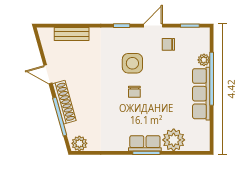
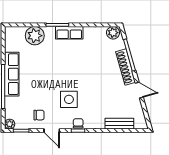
door: (153, 26) -> (52, 131), hinge flipped
plant: (204, 60) -> (10, 124), moved
chair: (134, 92) -> (78, 123), moved
row of seats: (145, 143) -> (69, 33), moved

